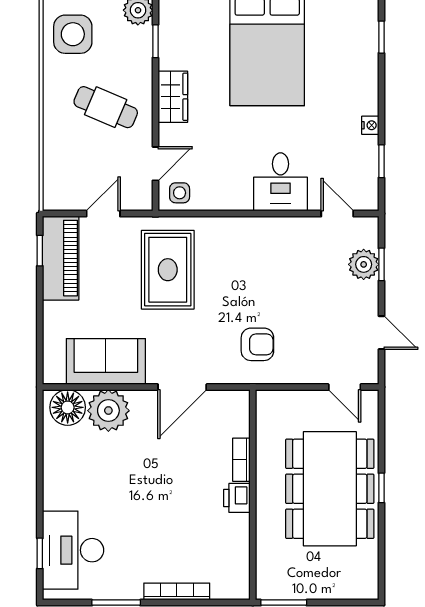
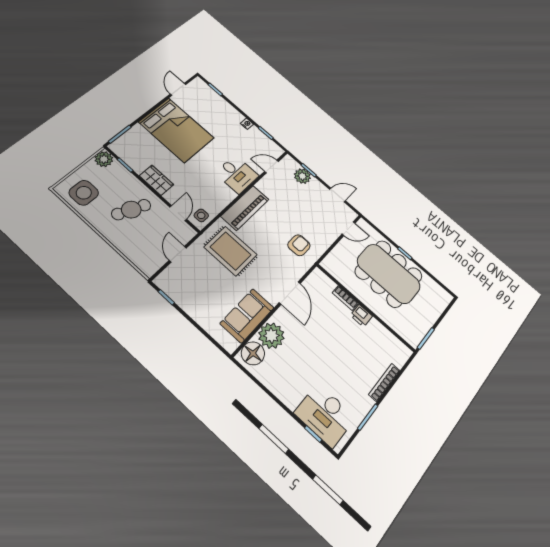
piano: (61, 258) -> (245, 208), moved, turned 90

